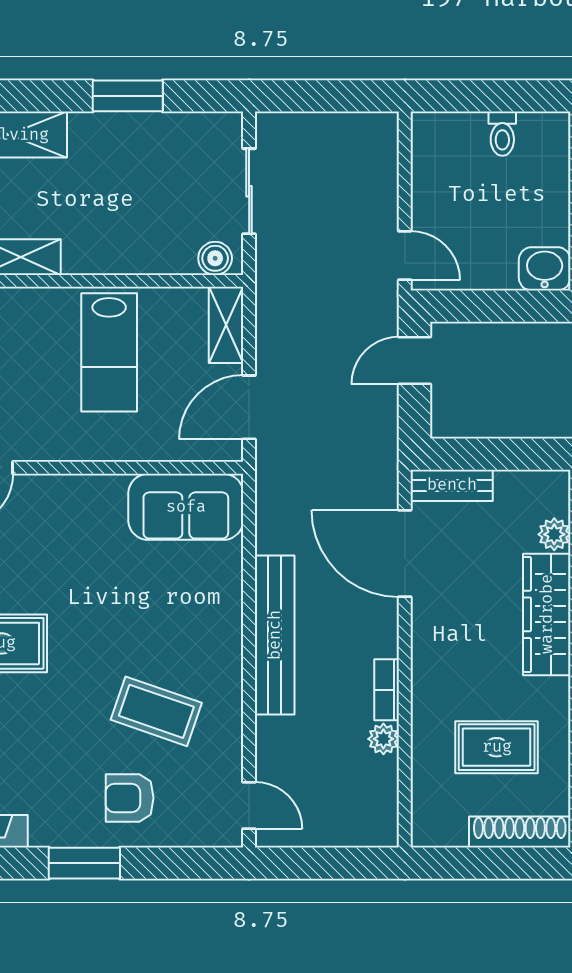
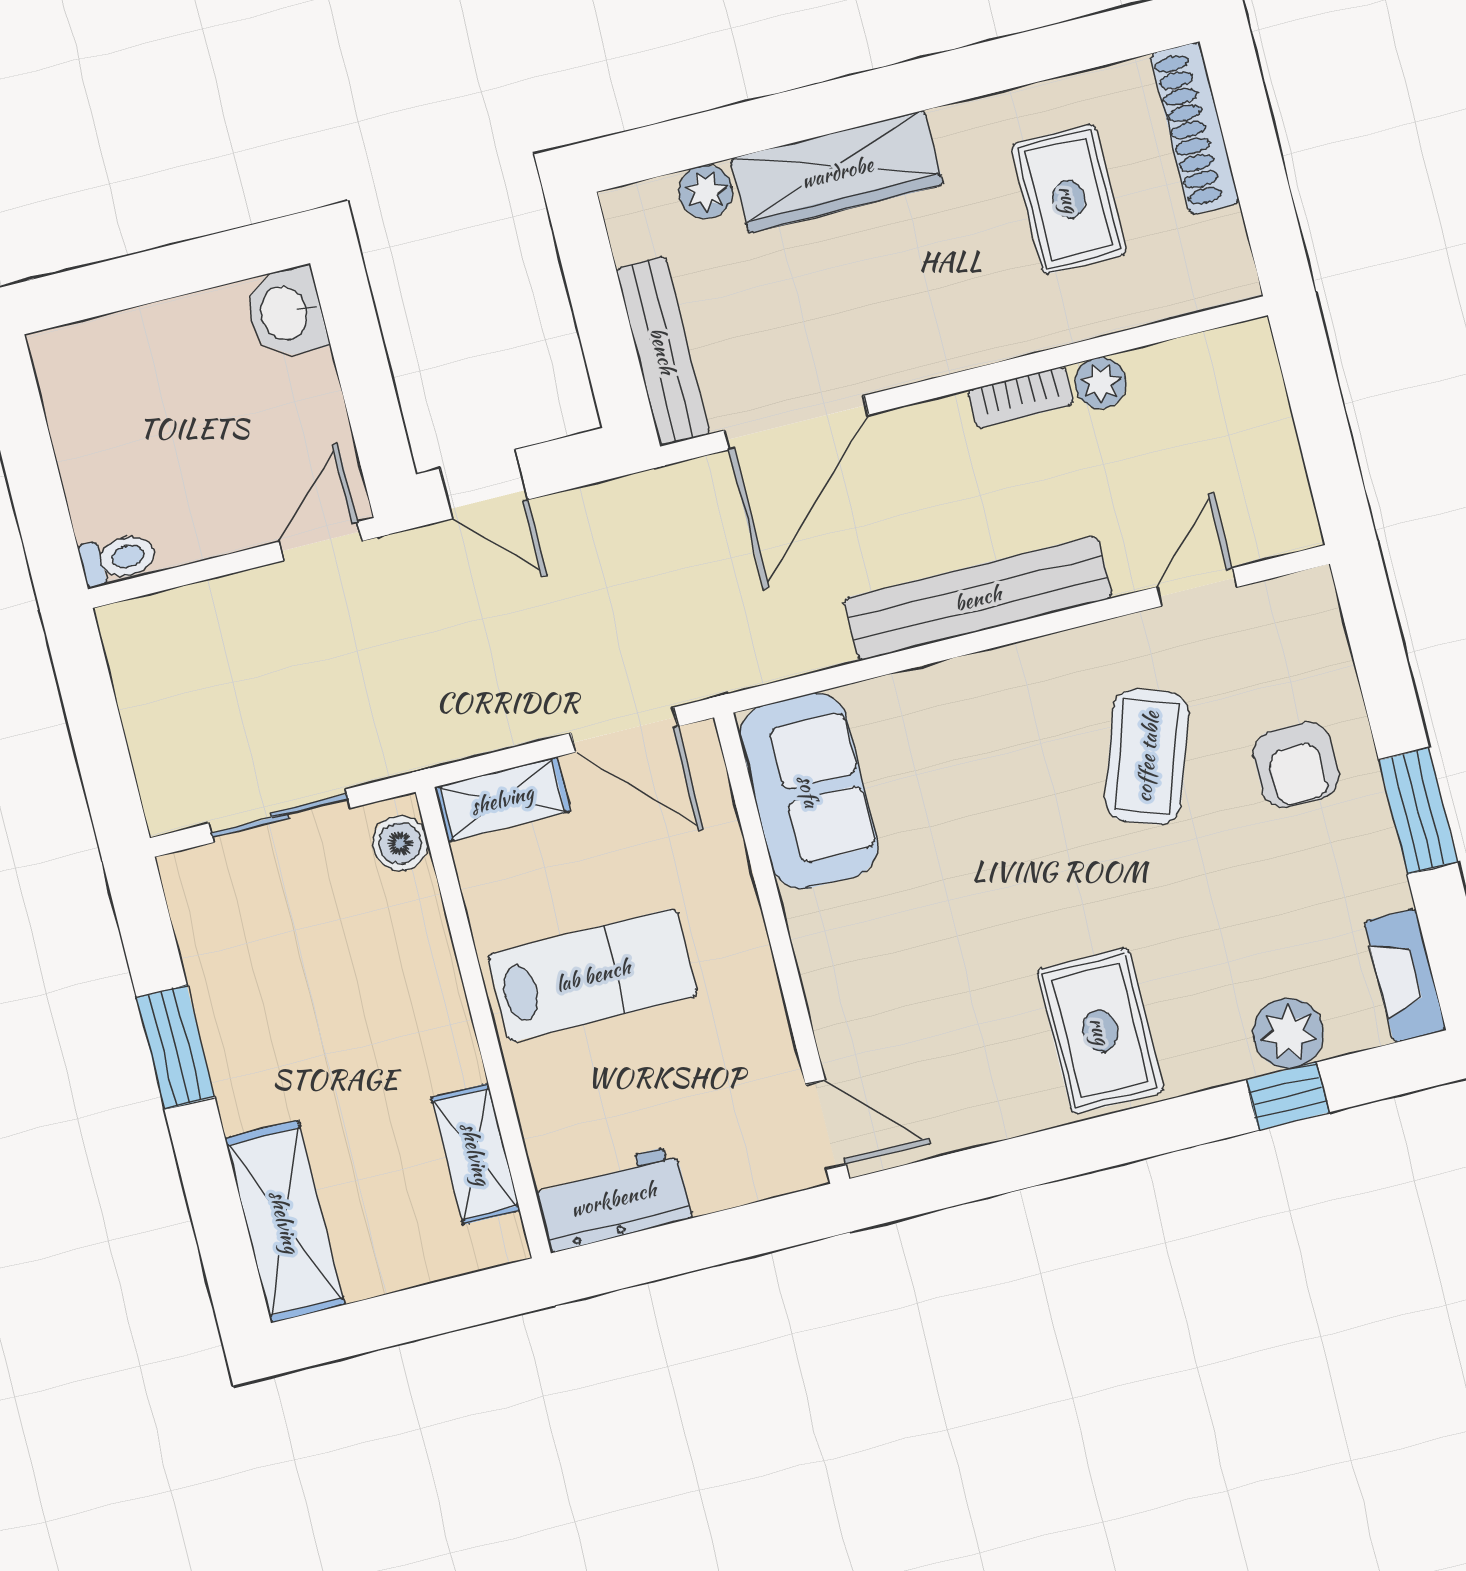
toilet: (502, 134) -> (118, 559), moved
bench: (452, 485) -> (663, 351), width x1.36
door: (249, 805) -> (1197, 587), moved

